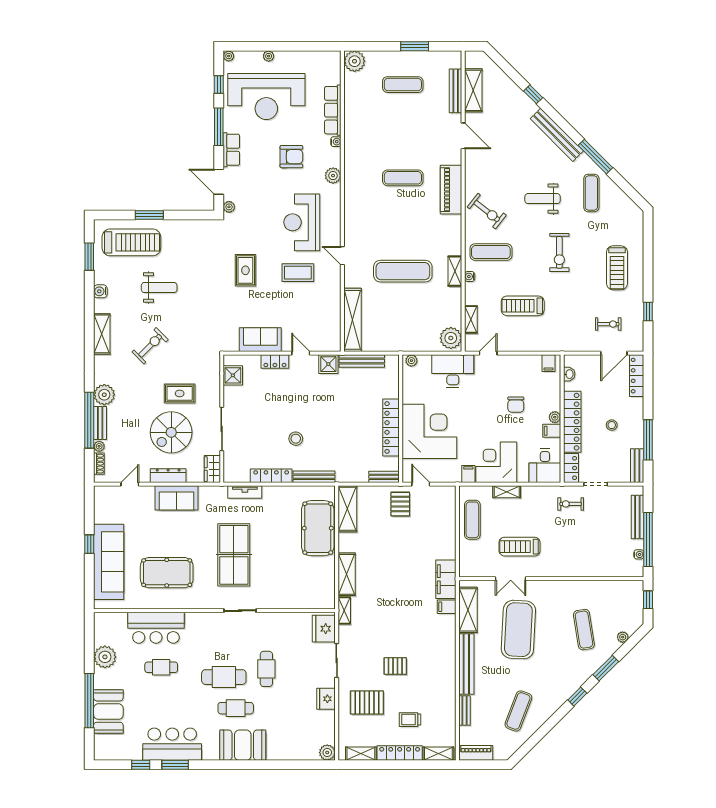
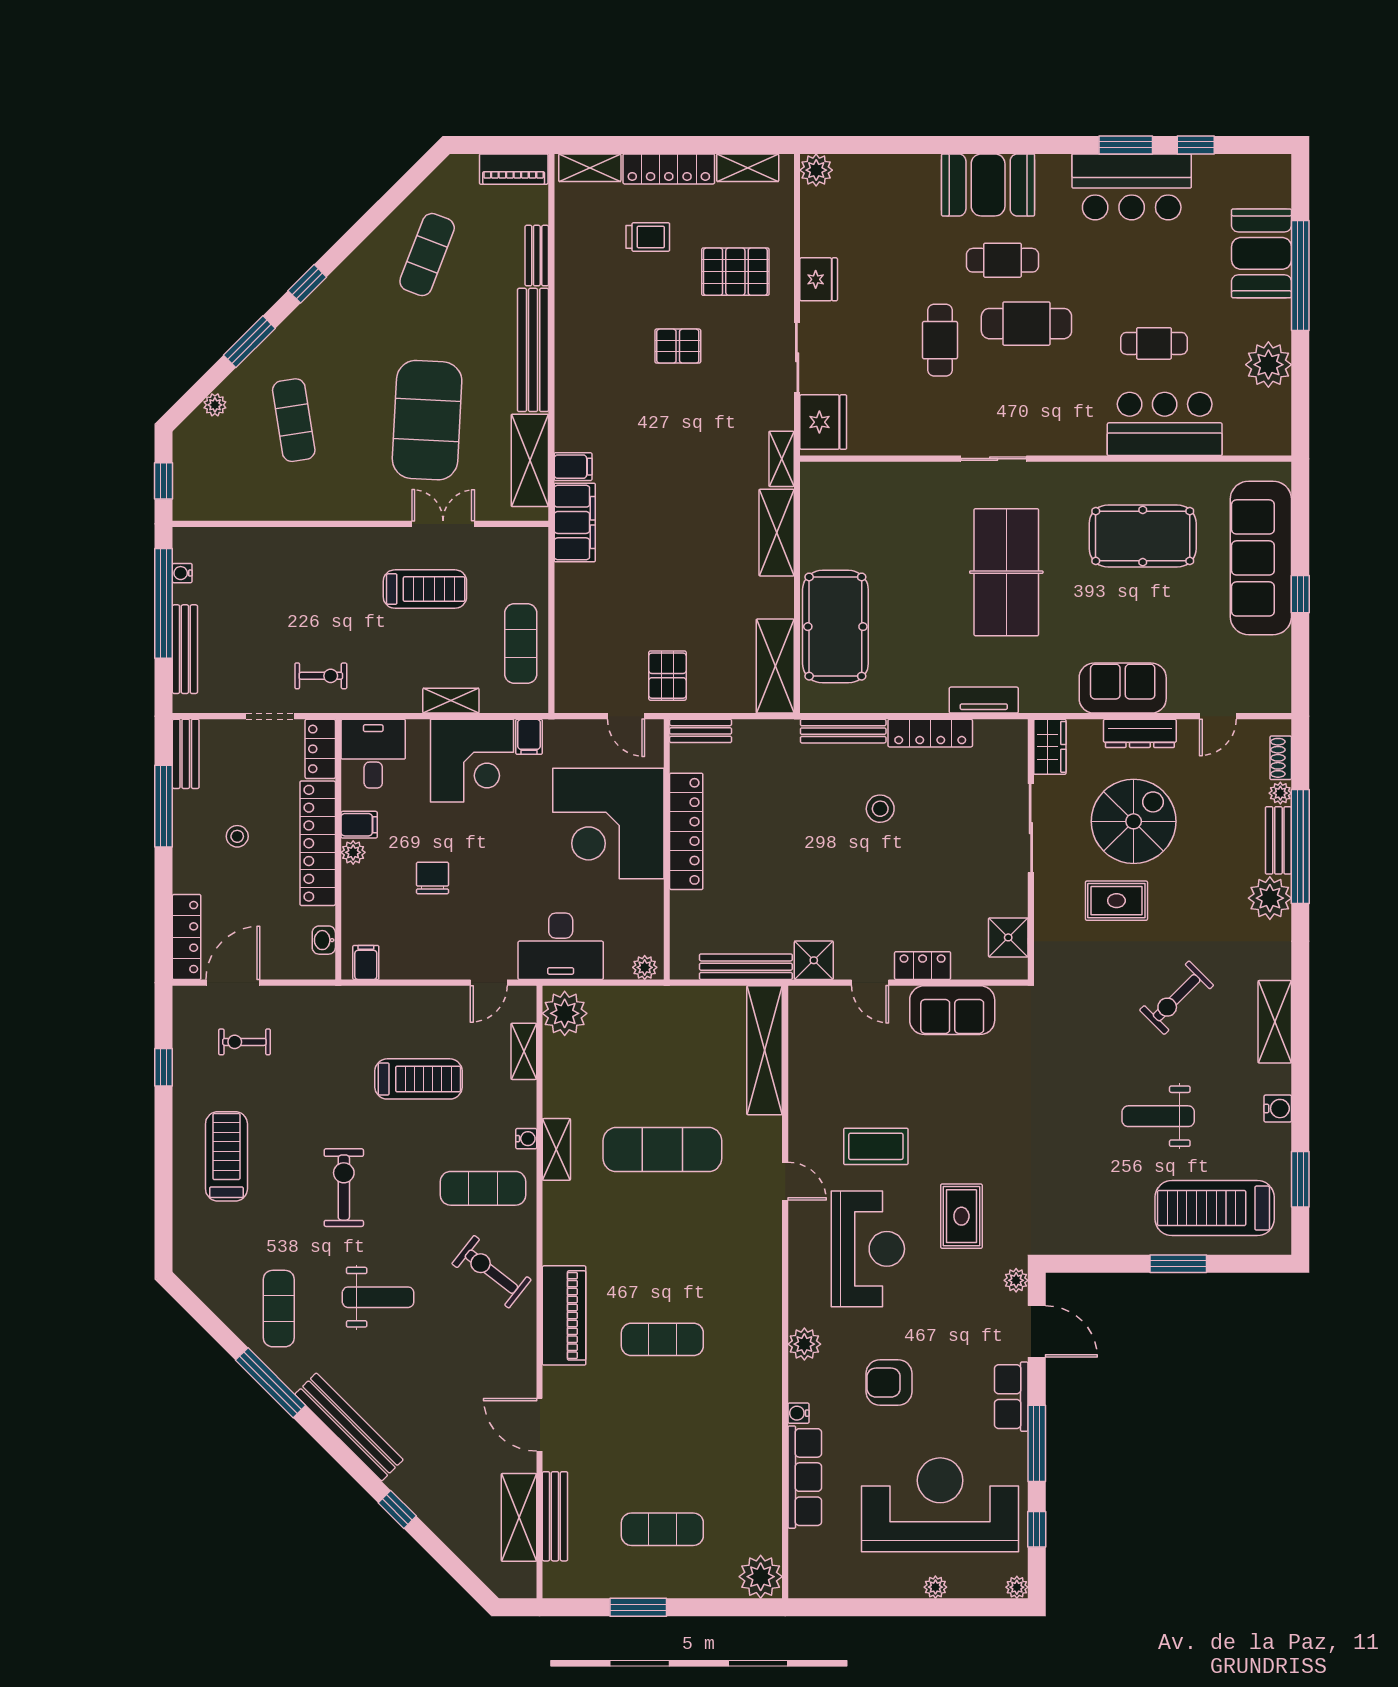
rug: (245, 270) -> (961, 1216), moved

